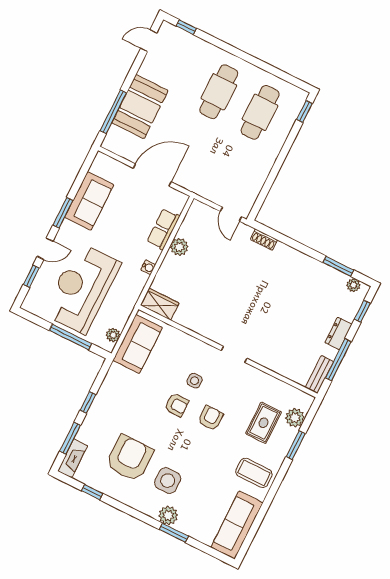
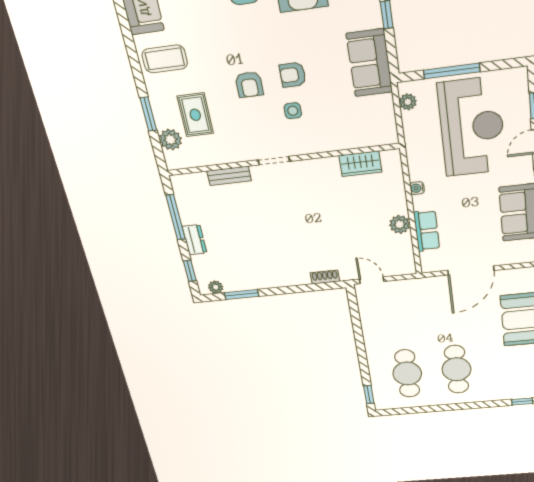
wardrobe: (160, 304) -> (360, 164), moved
sofa: (138, 344) -> (369, 63), moved
bench: (319, 375) -> (229, 176), moved, turned 90

